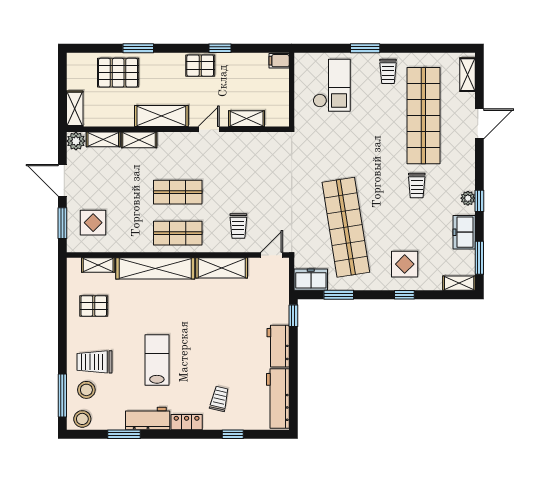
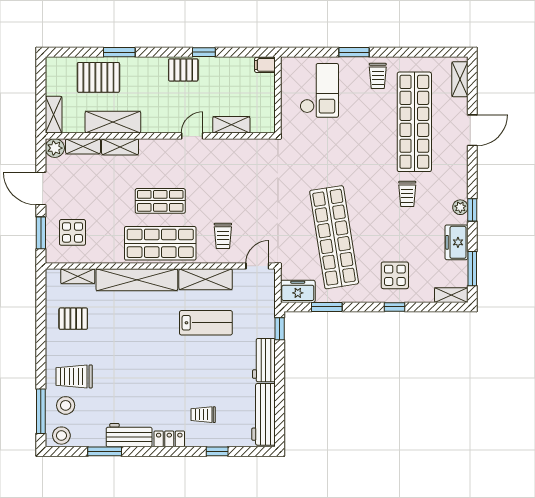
shelving: (161, 116) -> (113, 122), moved
shop shelf: (178, 233) -> (160, 243), width x1.43, depth x1.36
lab bench: (157, 360) -> (206, 323), moved, turned 90
trolley: (219, 399) -> (203, 415), turned -103

